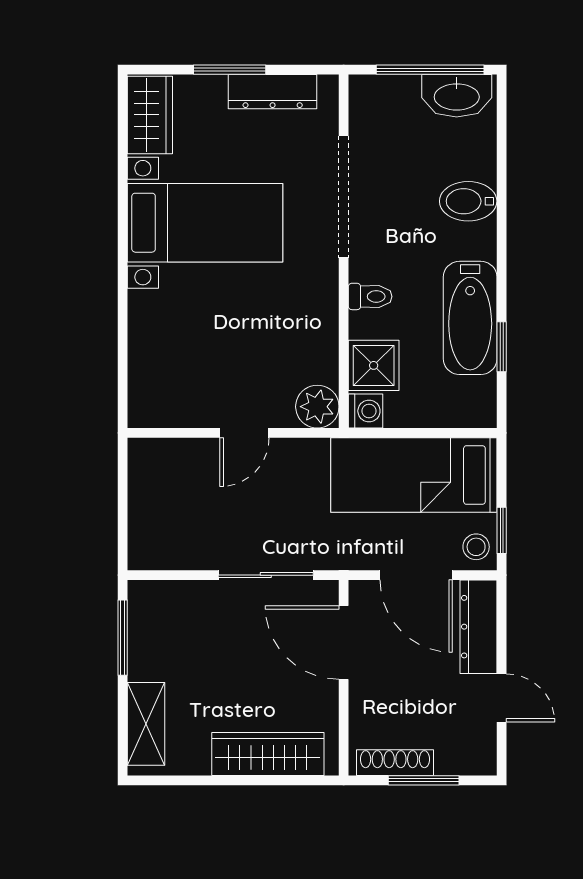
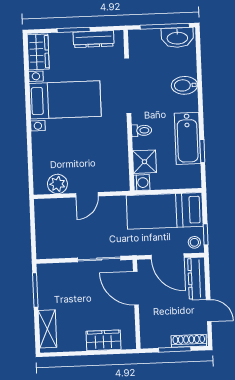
plant: (317, 407) -> (57, 184), moved
wardrobe: (268, 754) -> (103, 340), width x0.67
shoe rack: (395, 763) -> (189, 341), moved

